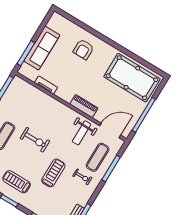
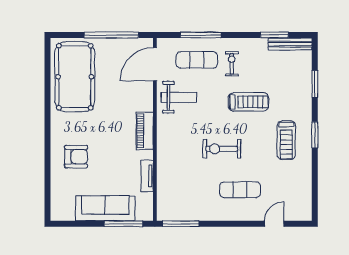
piano: (84, 106) -> (145, 131), moved
door: (110, 130) -> (155, 64), hinge flipped
exercise bike: (35, 140) -> (222, 149), turned -90
treadmill: (53, 173) -> (249, 102), turned 180

